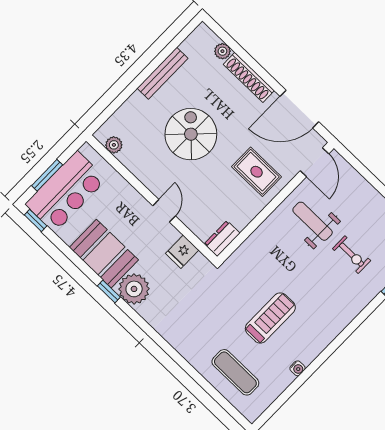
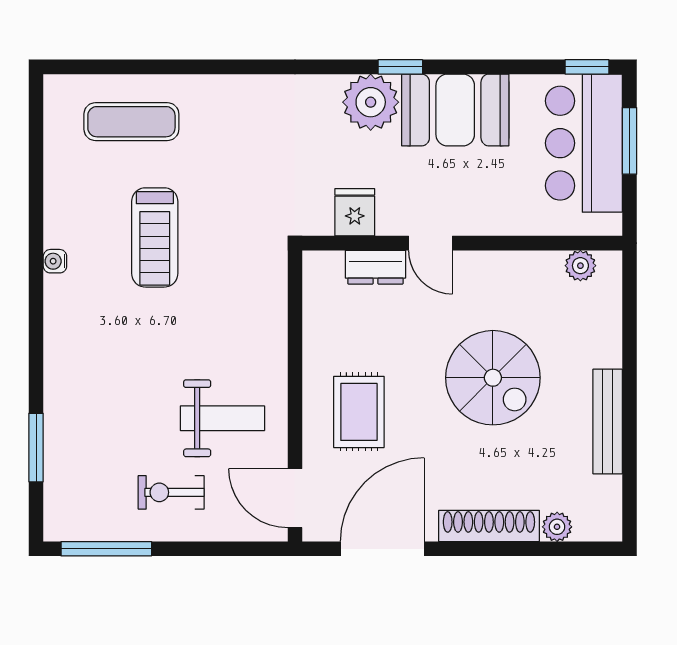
rug: (257, 172) -> (359, 412), turned 90
dresser: (222, 239) -> (375, 267), moved, turned 90
exercise bike: (352, 255) -> (171, 492), moved
water cooler: (297, 368) -> (55, 261), moved

